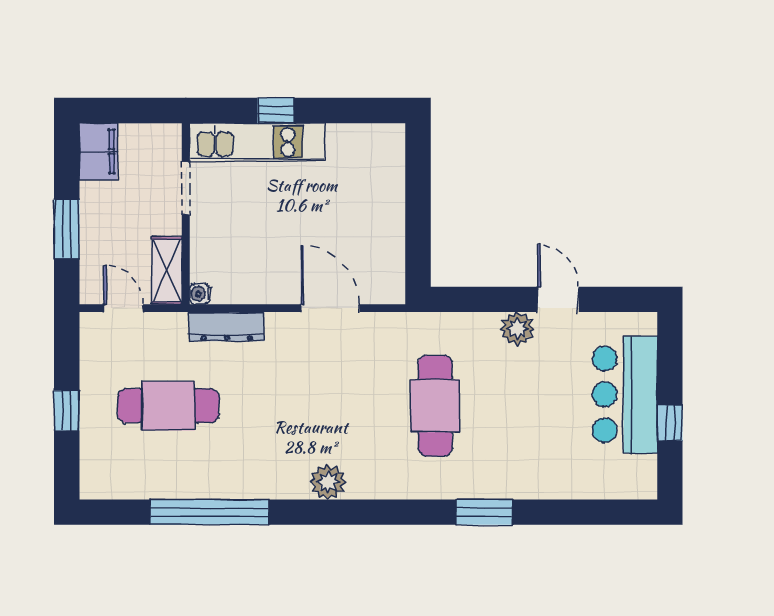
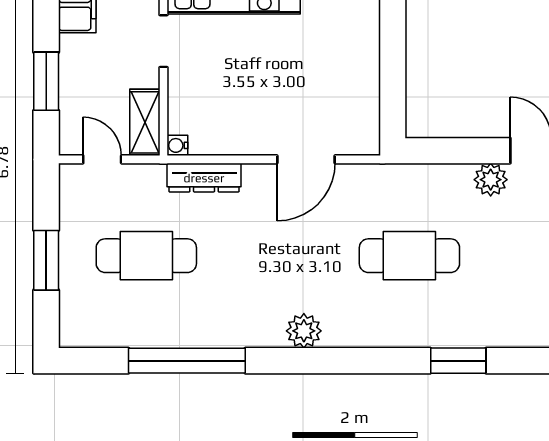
door: (330, 308) -> (306, 159), swing flipped
cafe table: (435, 406) -> (409, 256), turned 90
window: (67, 410) -> (46, 260), width x1.50

